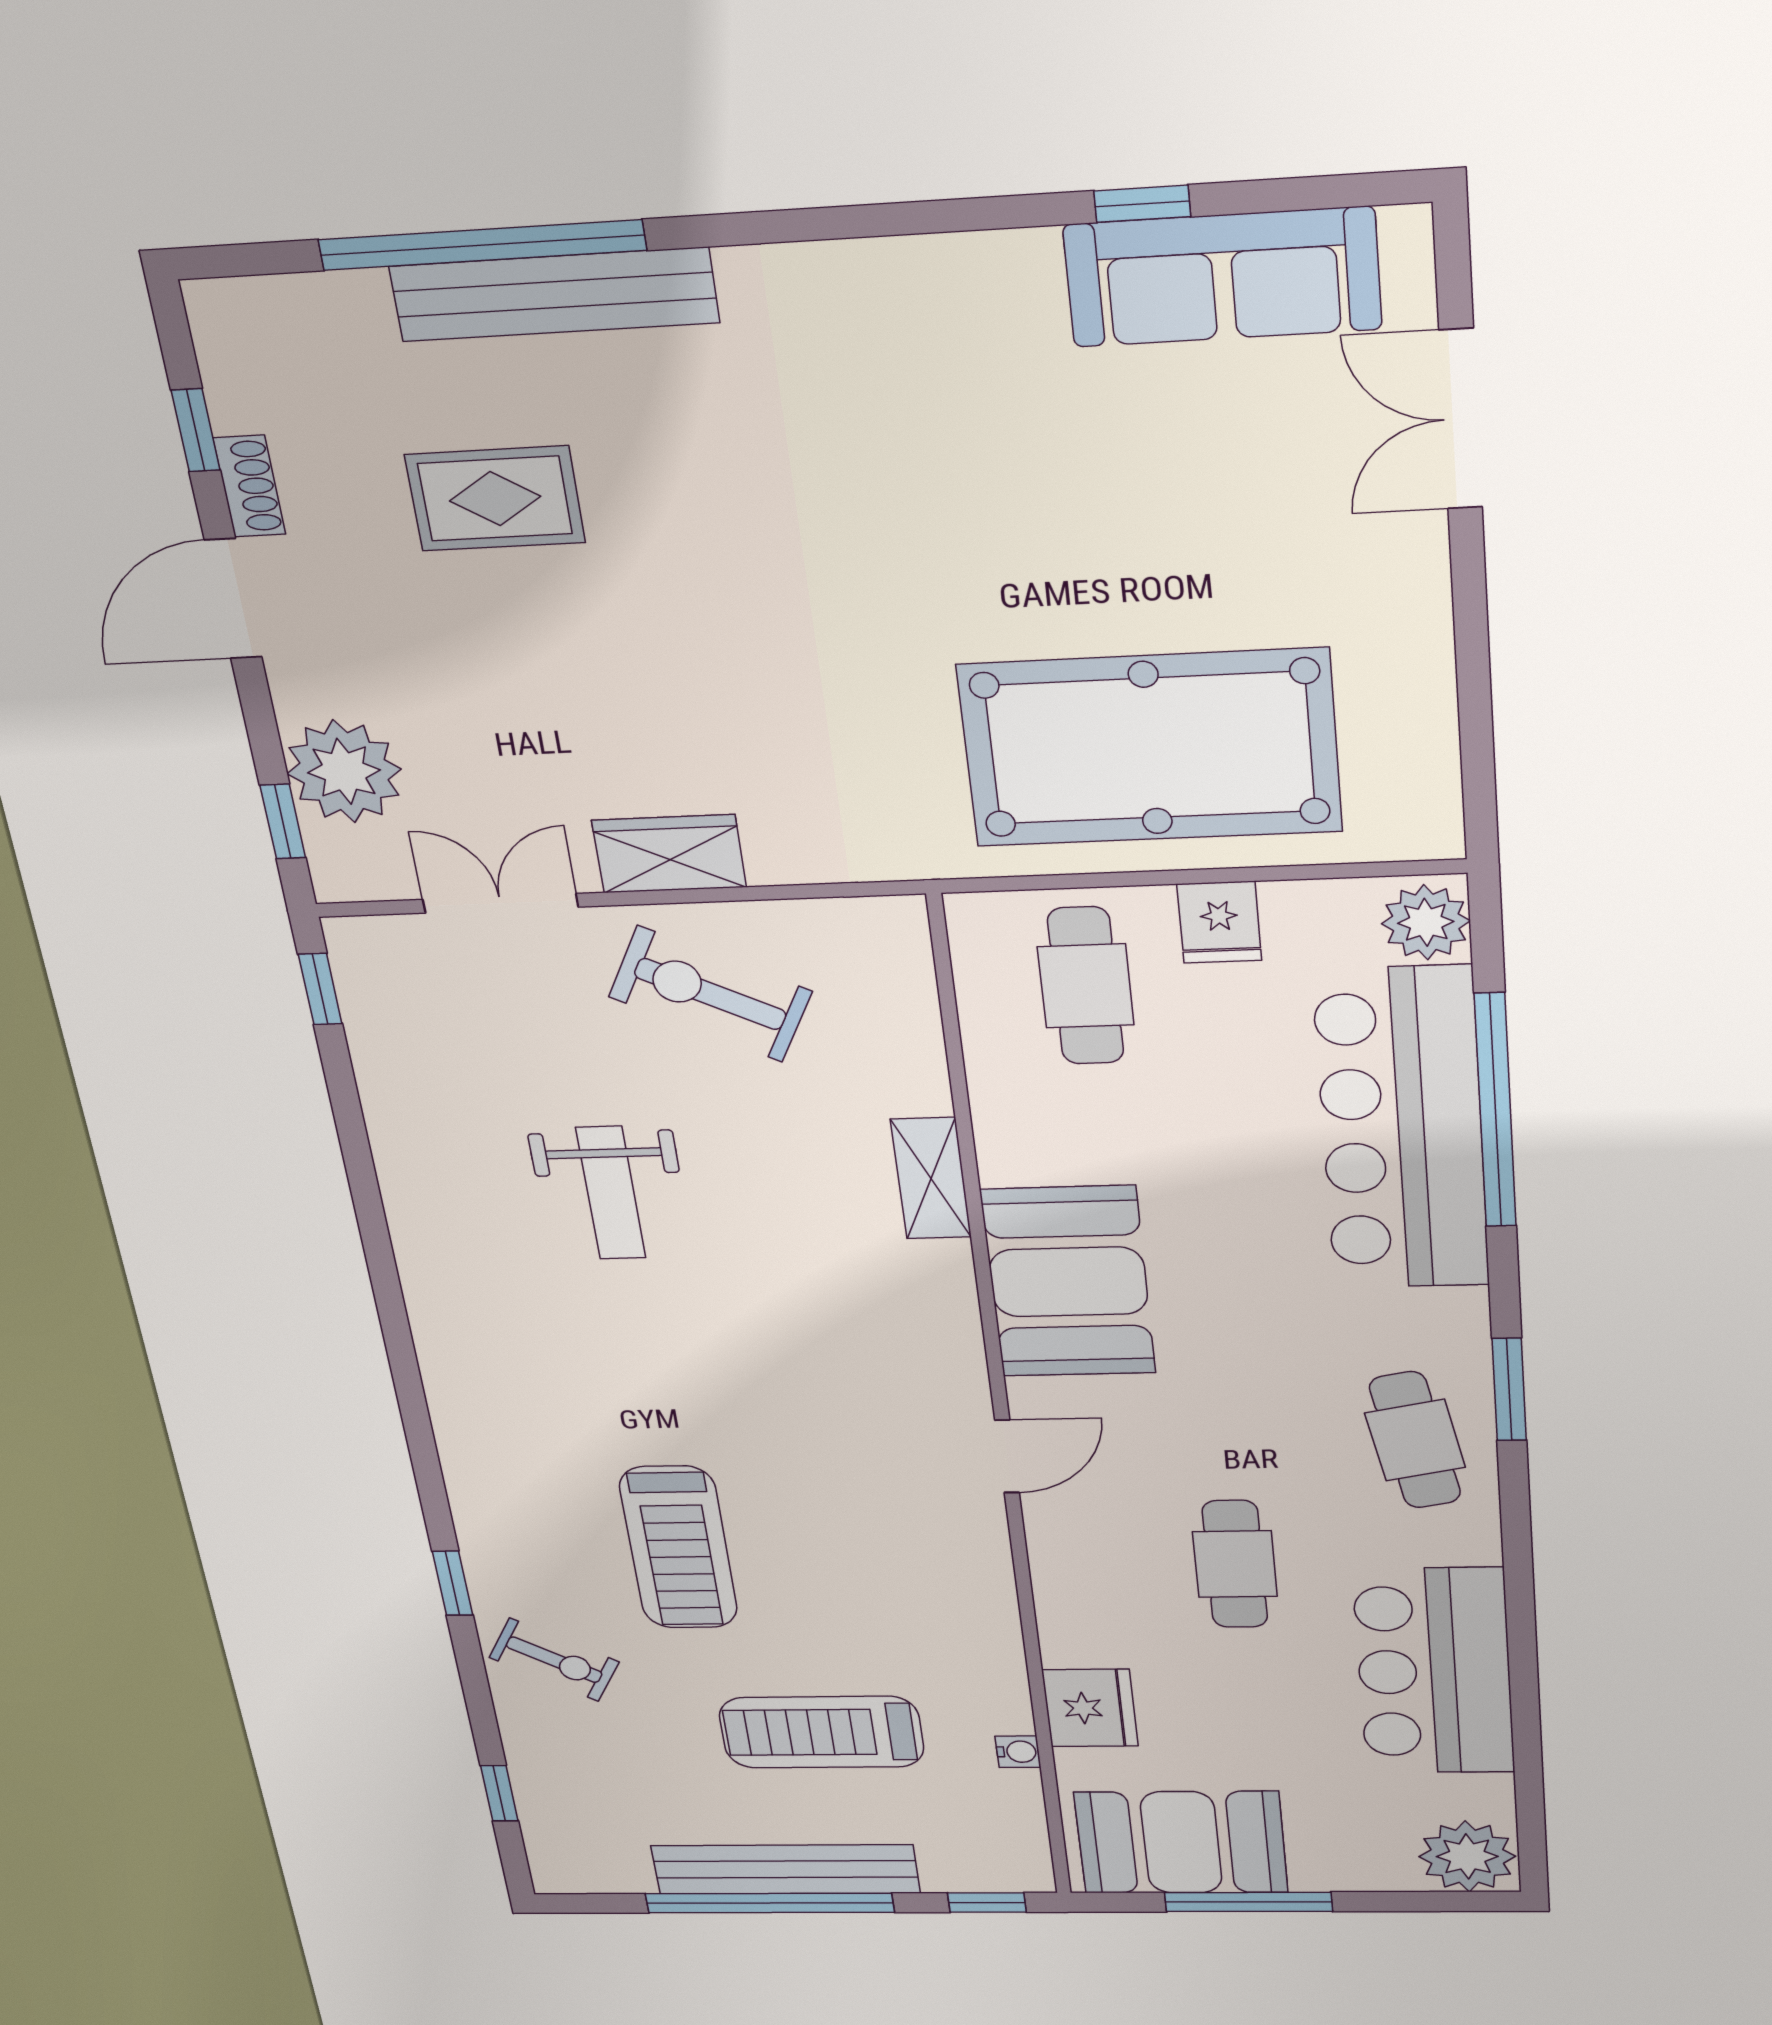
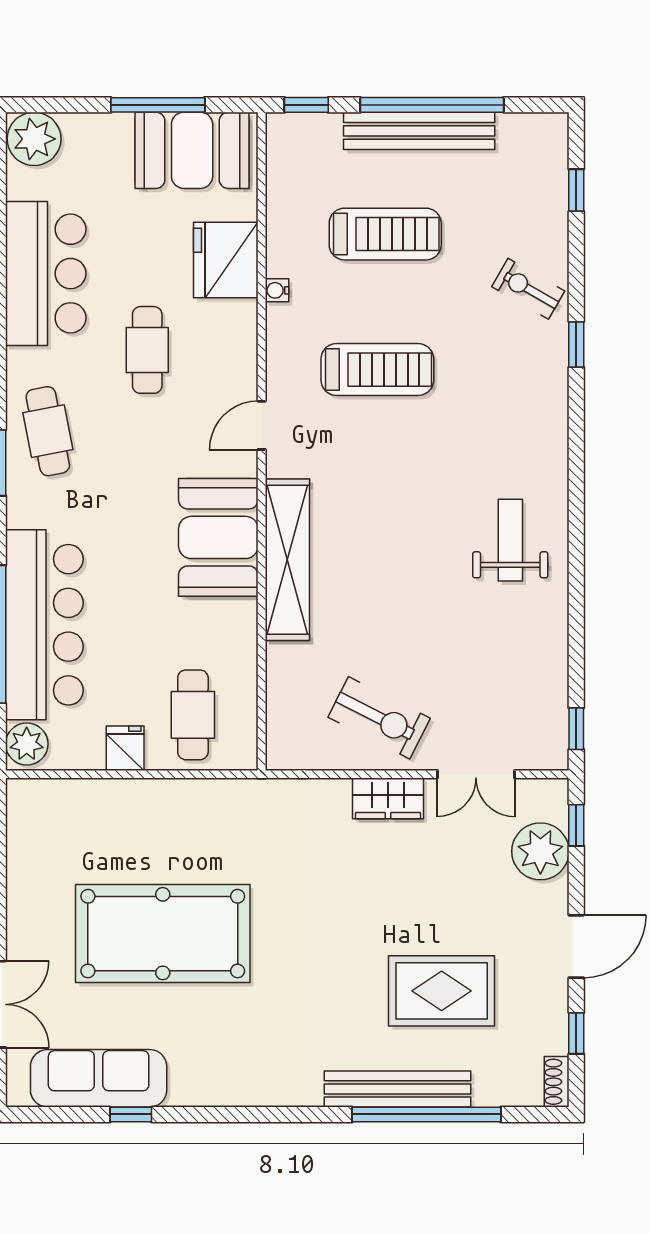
shoe rack: (249, 486) -> (557, 1082), moved
rug: (495, 499) -> (442, 991), width x1.36, depth x1.43
pool table: (1150, 748) -> (163, 934), moved
shelving: (931, 1178) -> (287, 560), width x2.20, depth x1.33
weight bench: (611, 1193) -> (510, 540), moved
treadmill: (679, 1548) -> (377, 370), moved, turned 90
fridge: (1090, 1708) -> (226, 260), width x1.36, depth x1.34
water cooler: (1018, 1752) -> (277, 290), moved

